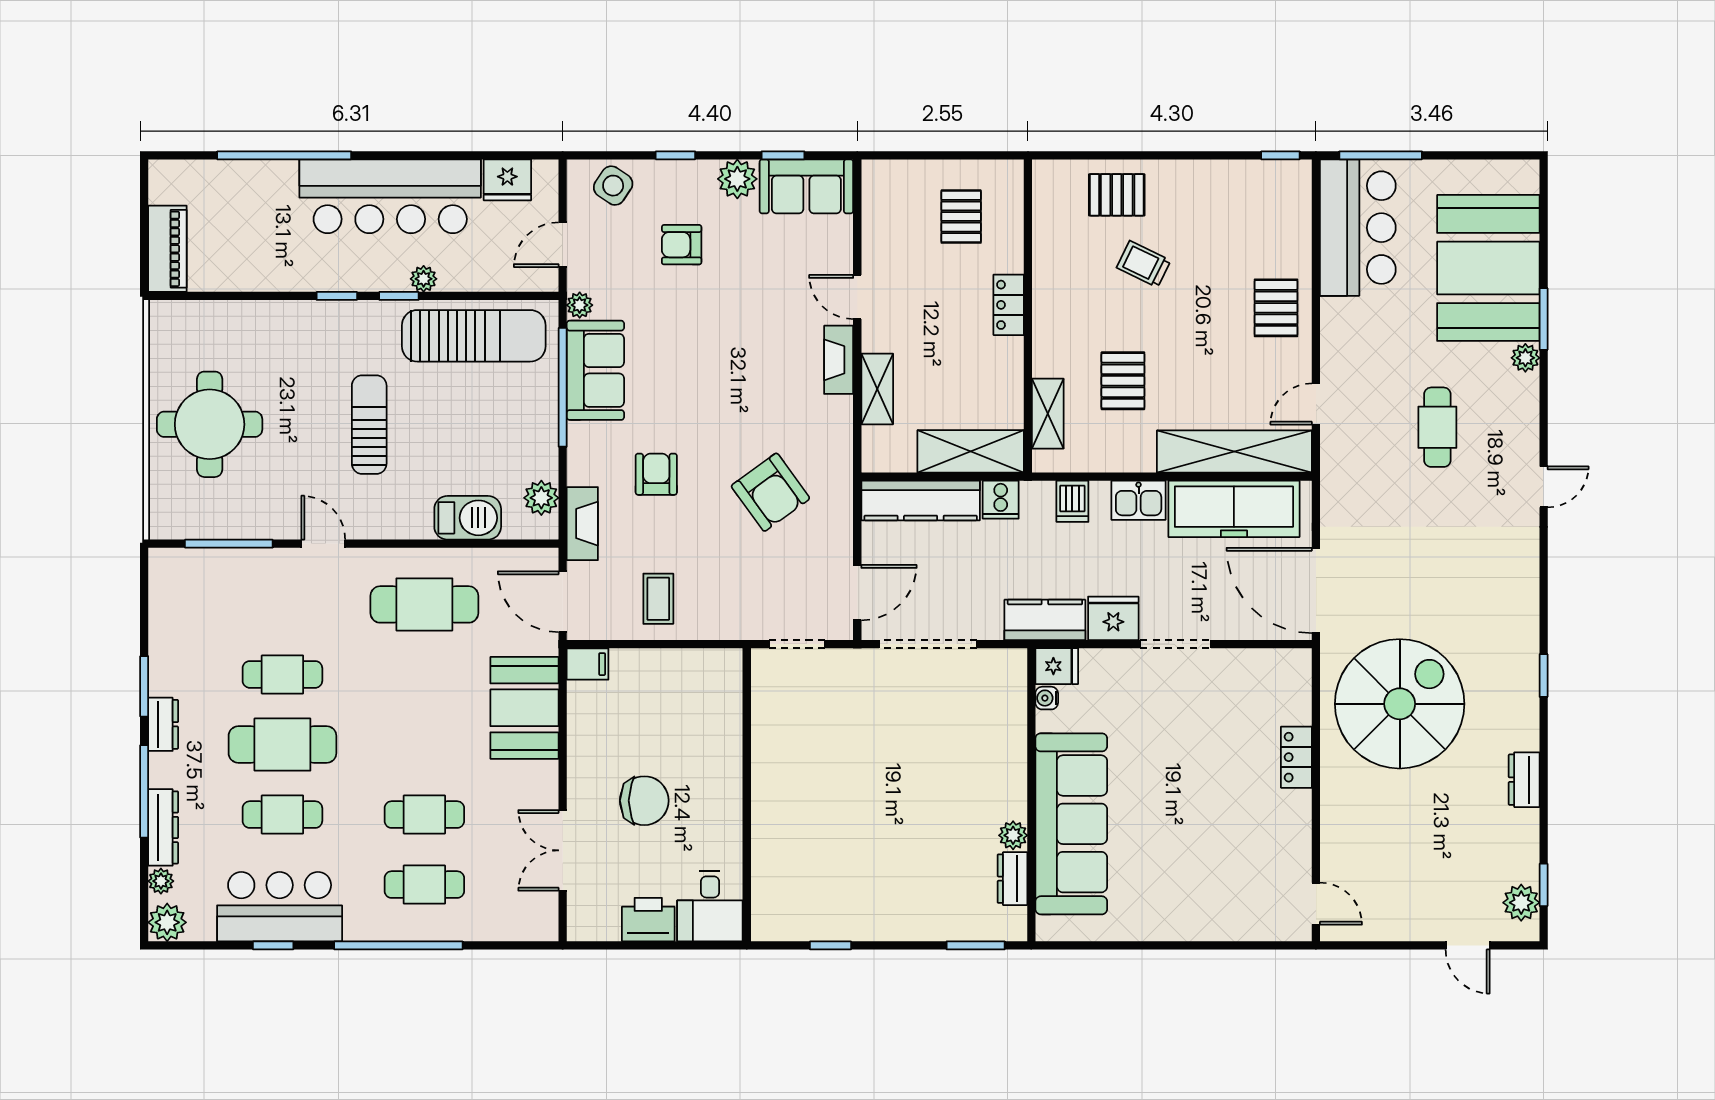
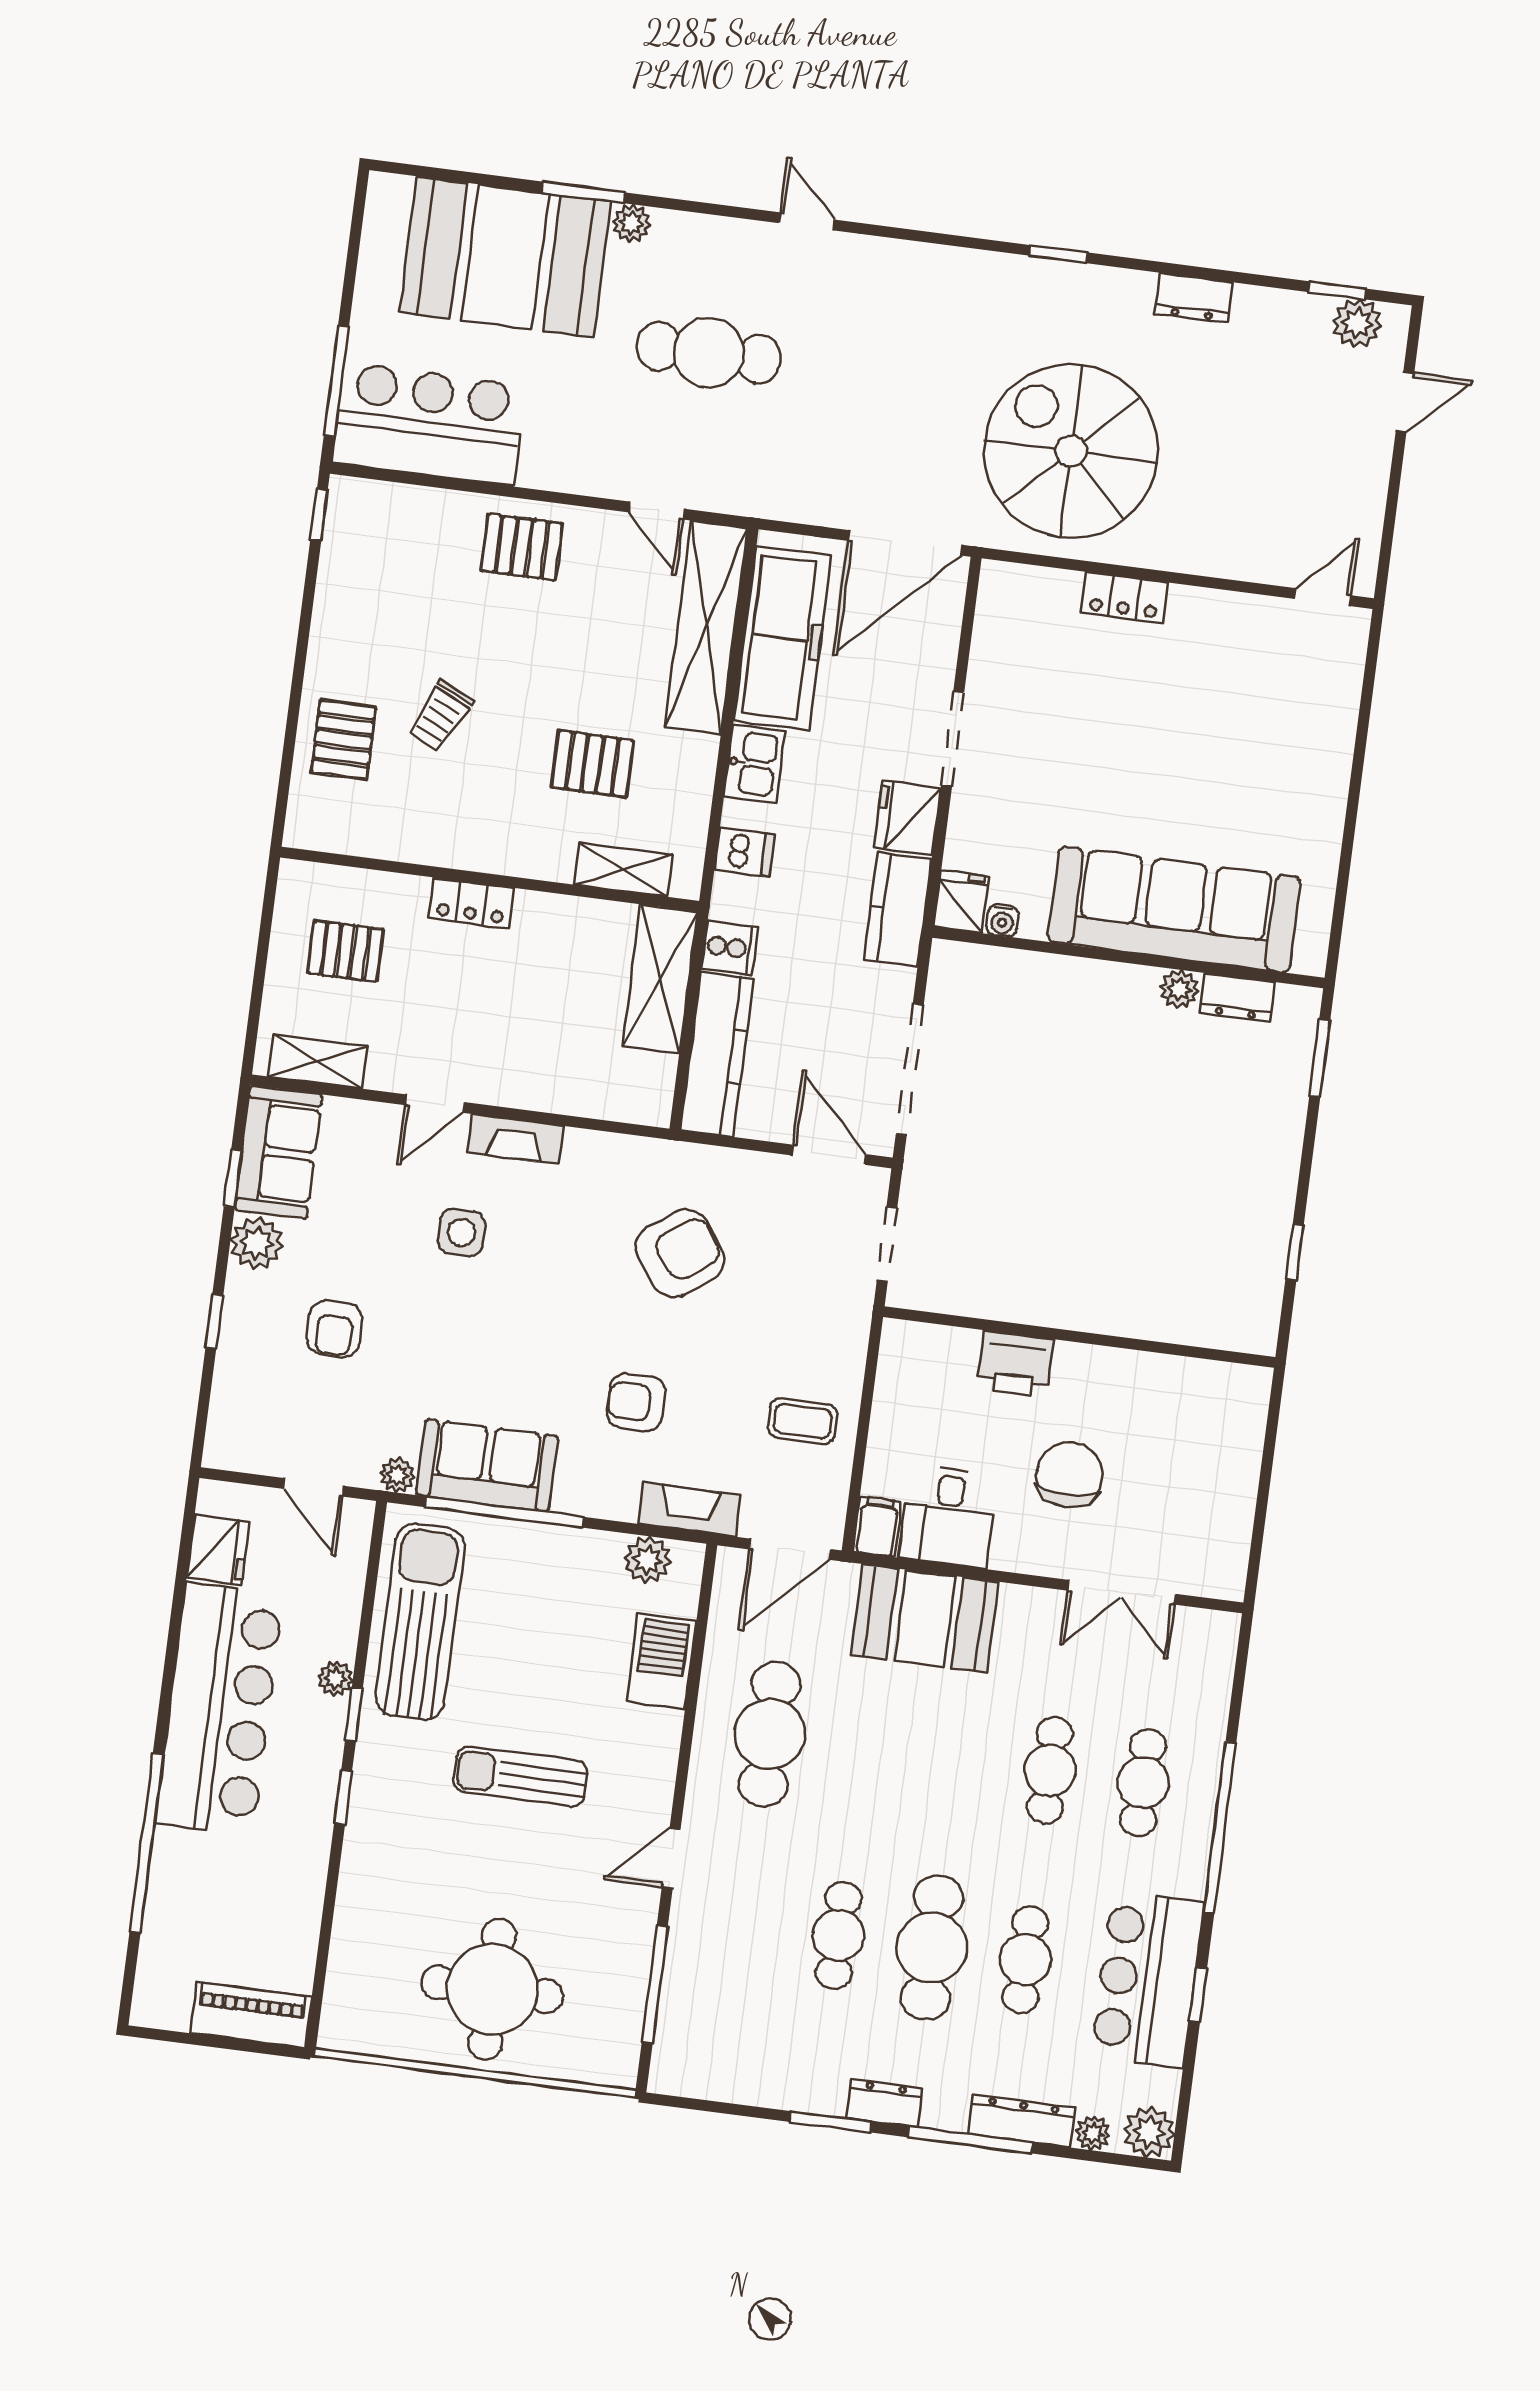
side table: (613, 186) -> (461, 1232), moved, turned -34
shelving: (877, 389) -> (318, 1061), moved
cafe table: (1437, 427) -> (709, 353), width x1.37, depth x1.35
desk: (710, 906) -> (948, 1516), moved, turned 90
printer: (648, 920) -> (1015, 1364), moved, turned -90

